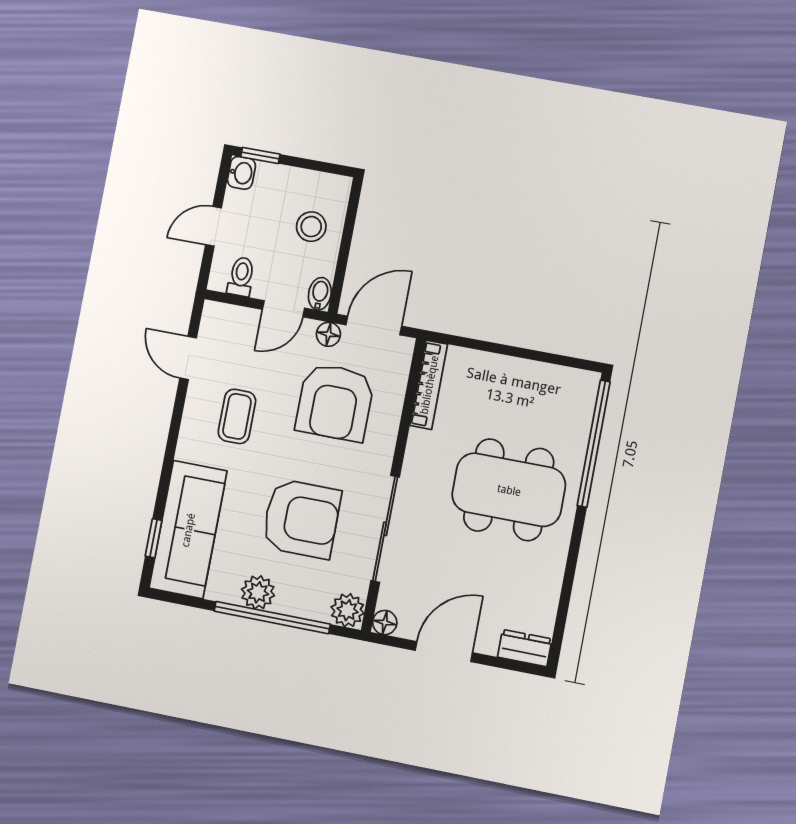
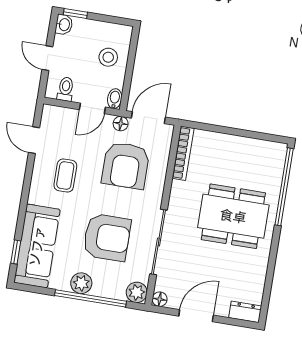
door: (214, 226) -> (47, 58), hinge flipped

